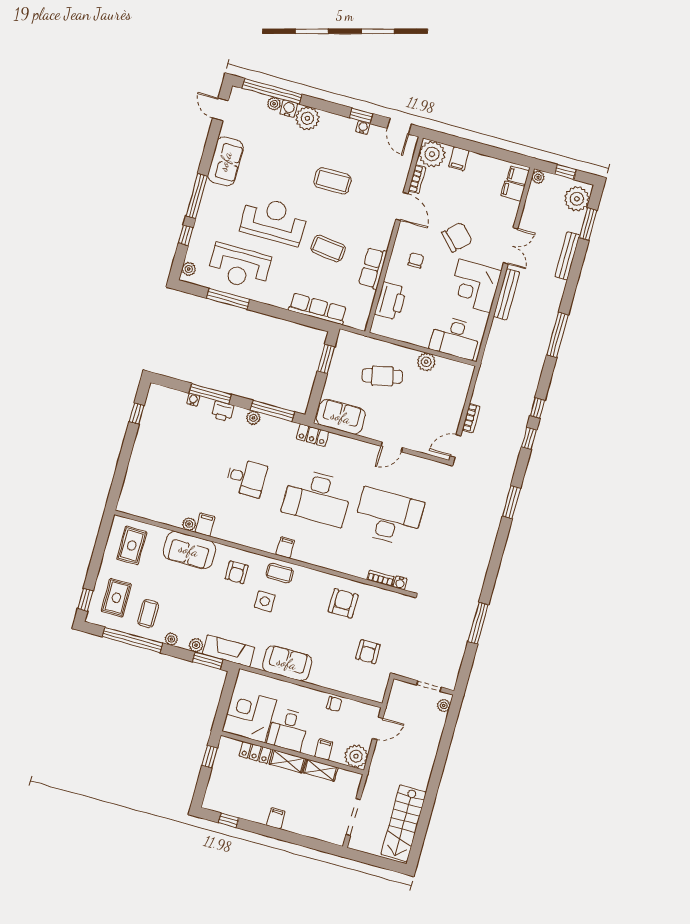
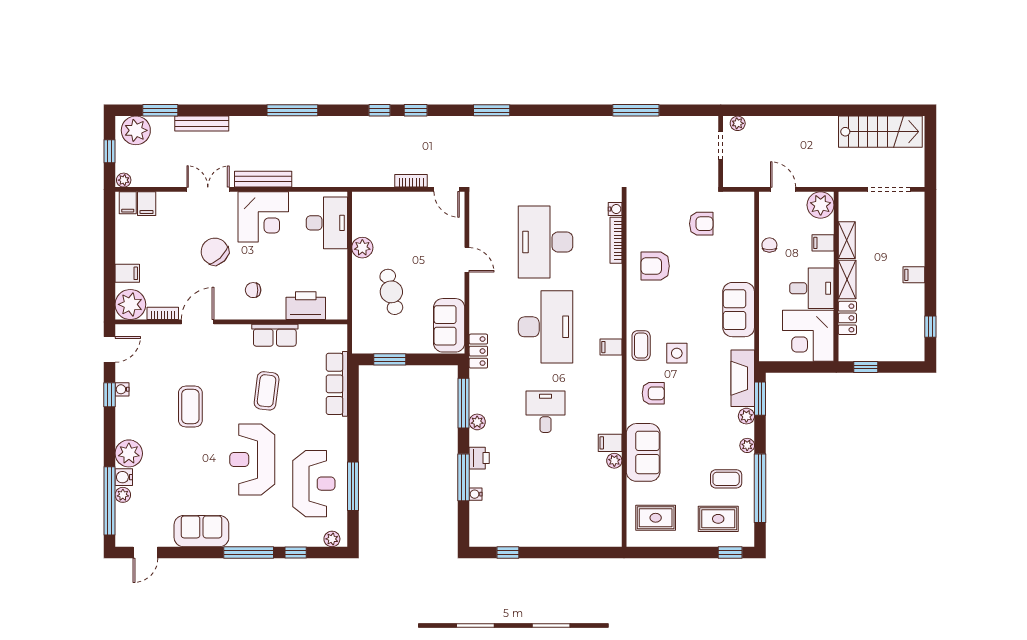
bookcase: (381, 578) -> (616, 240), width x1.56

